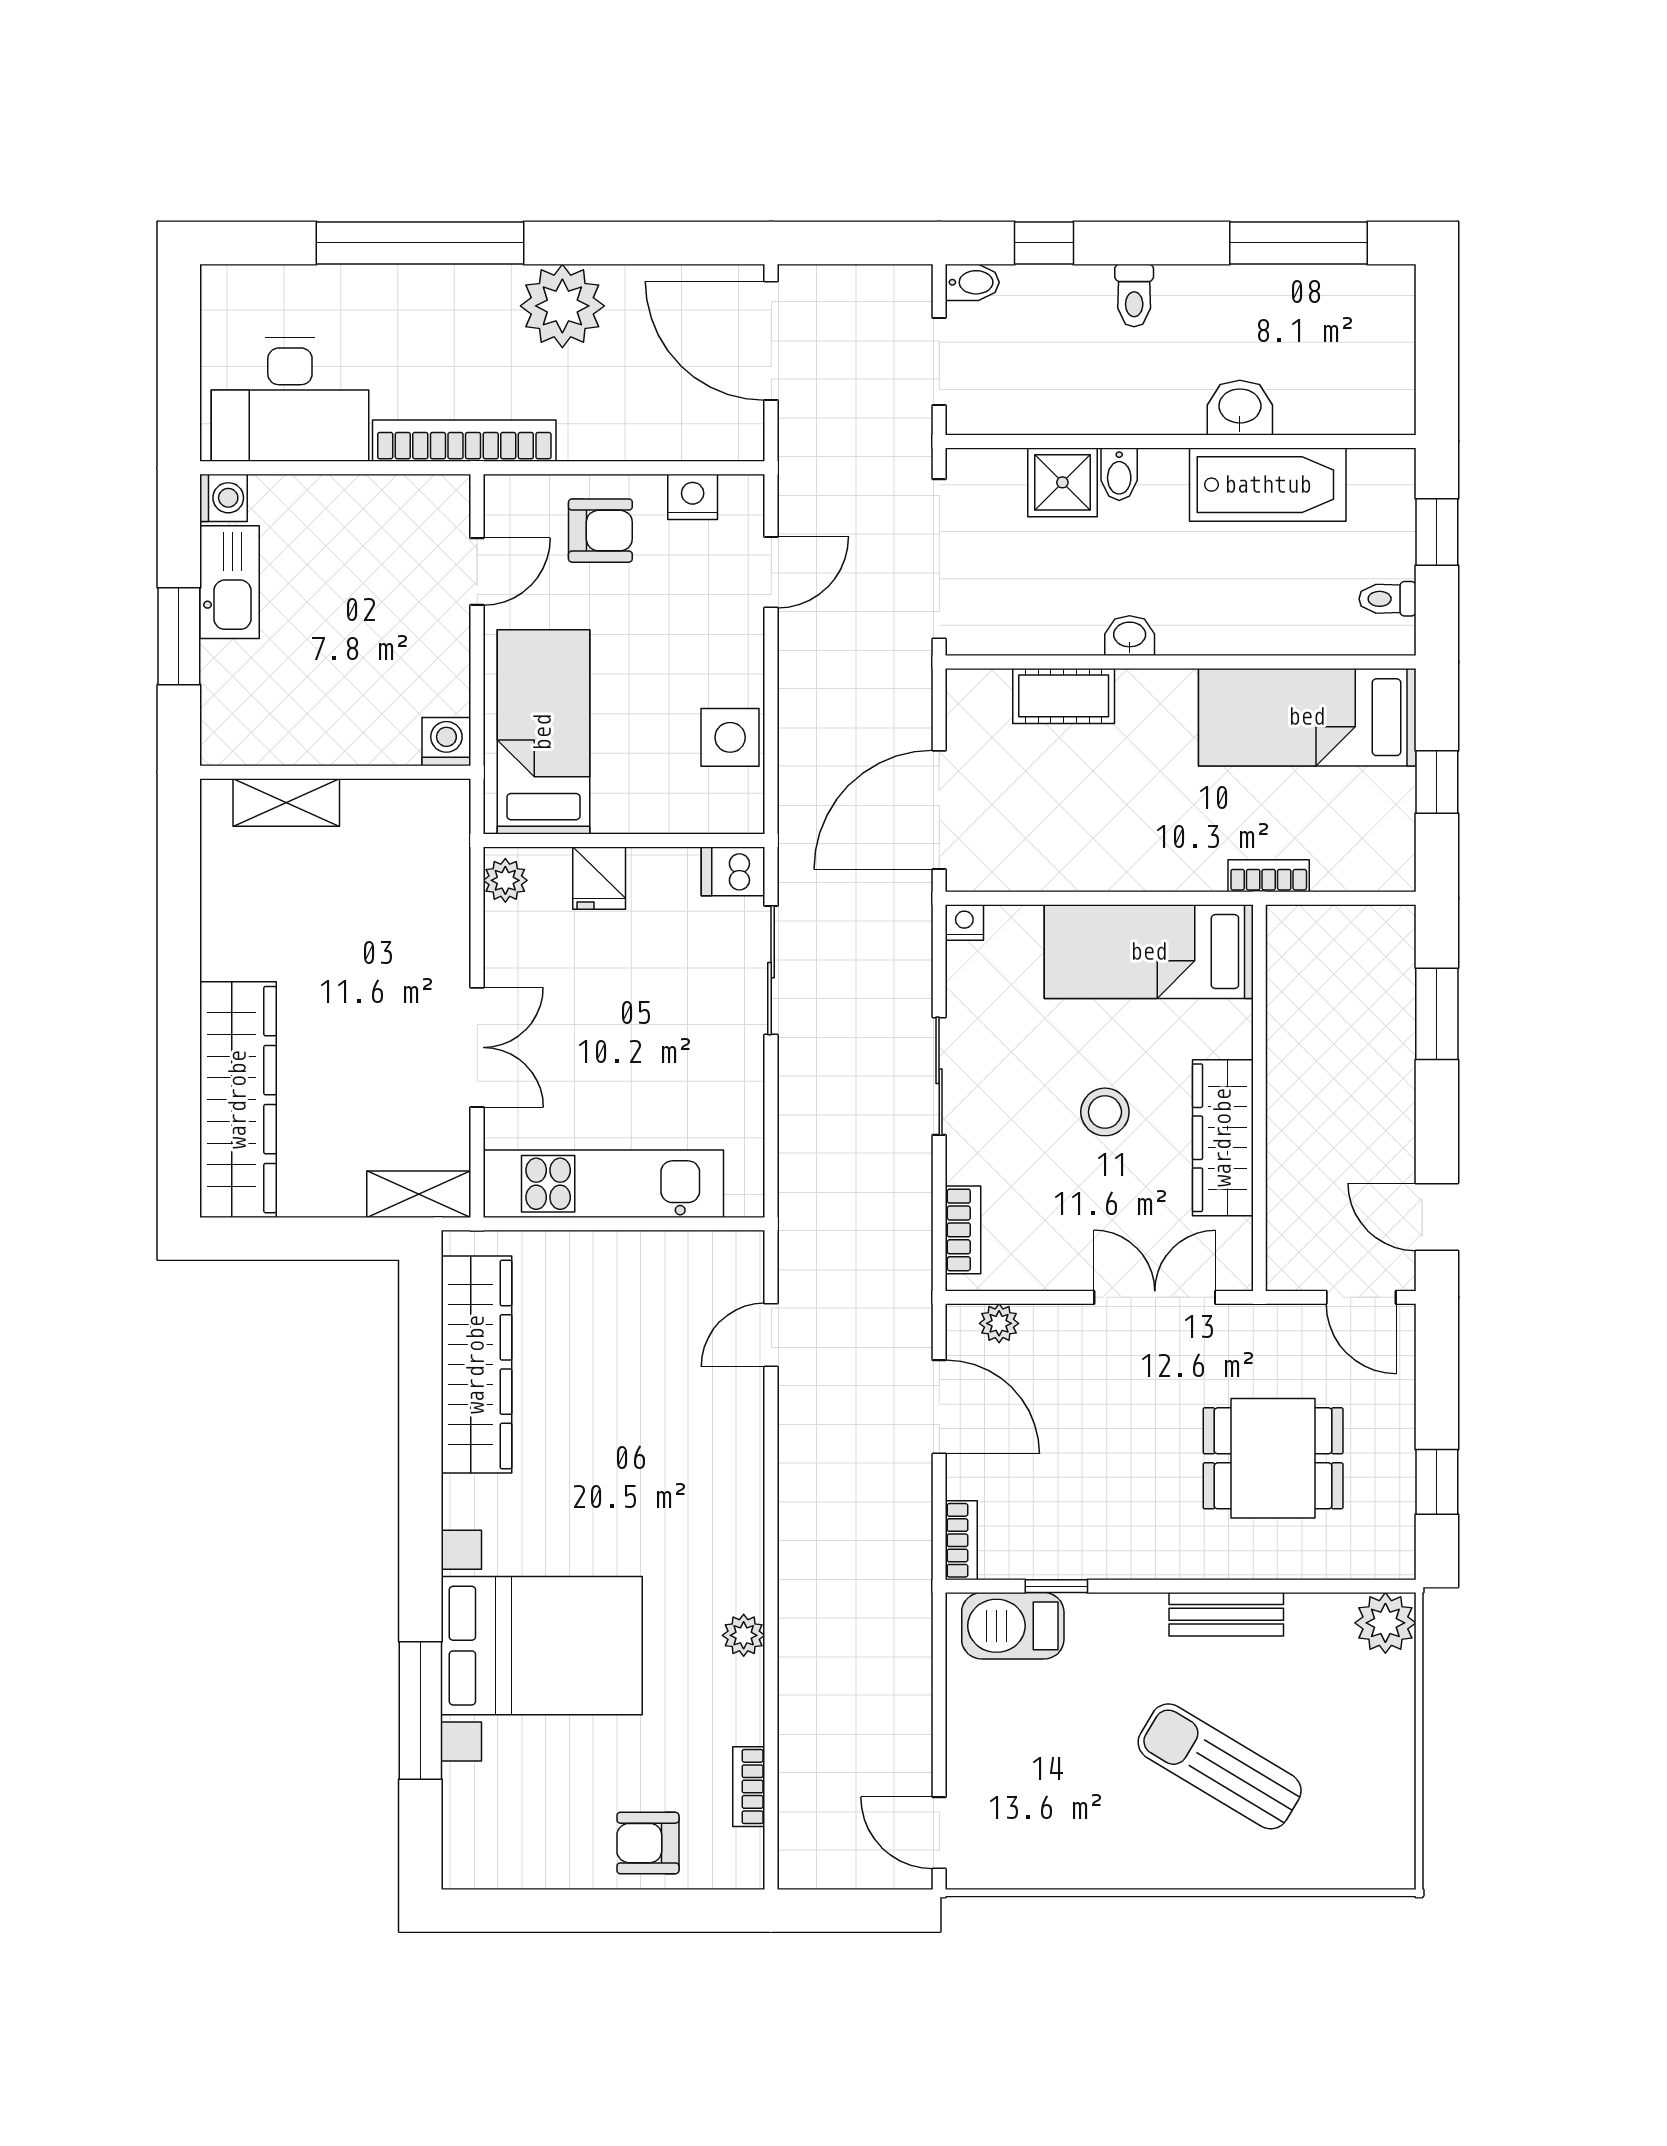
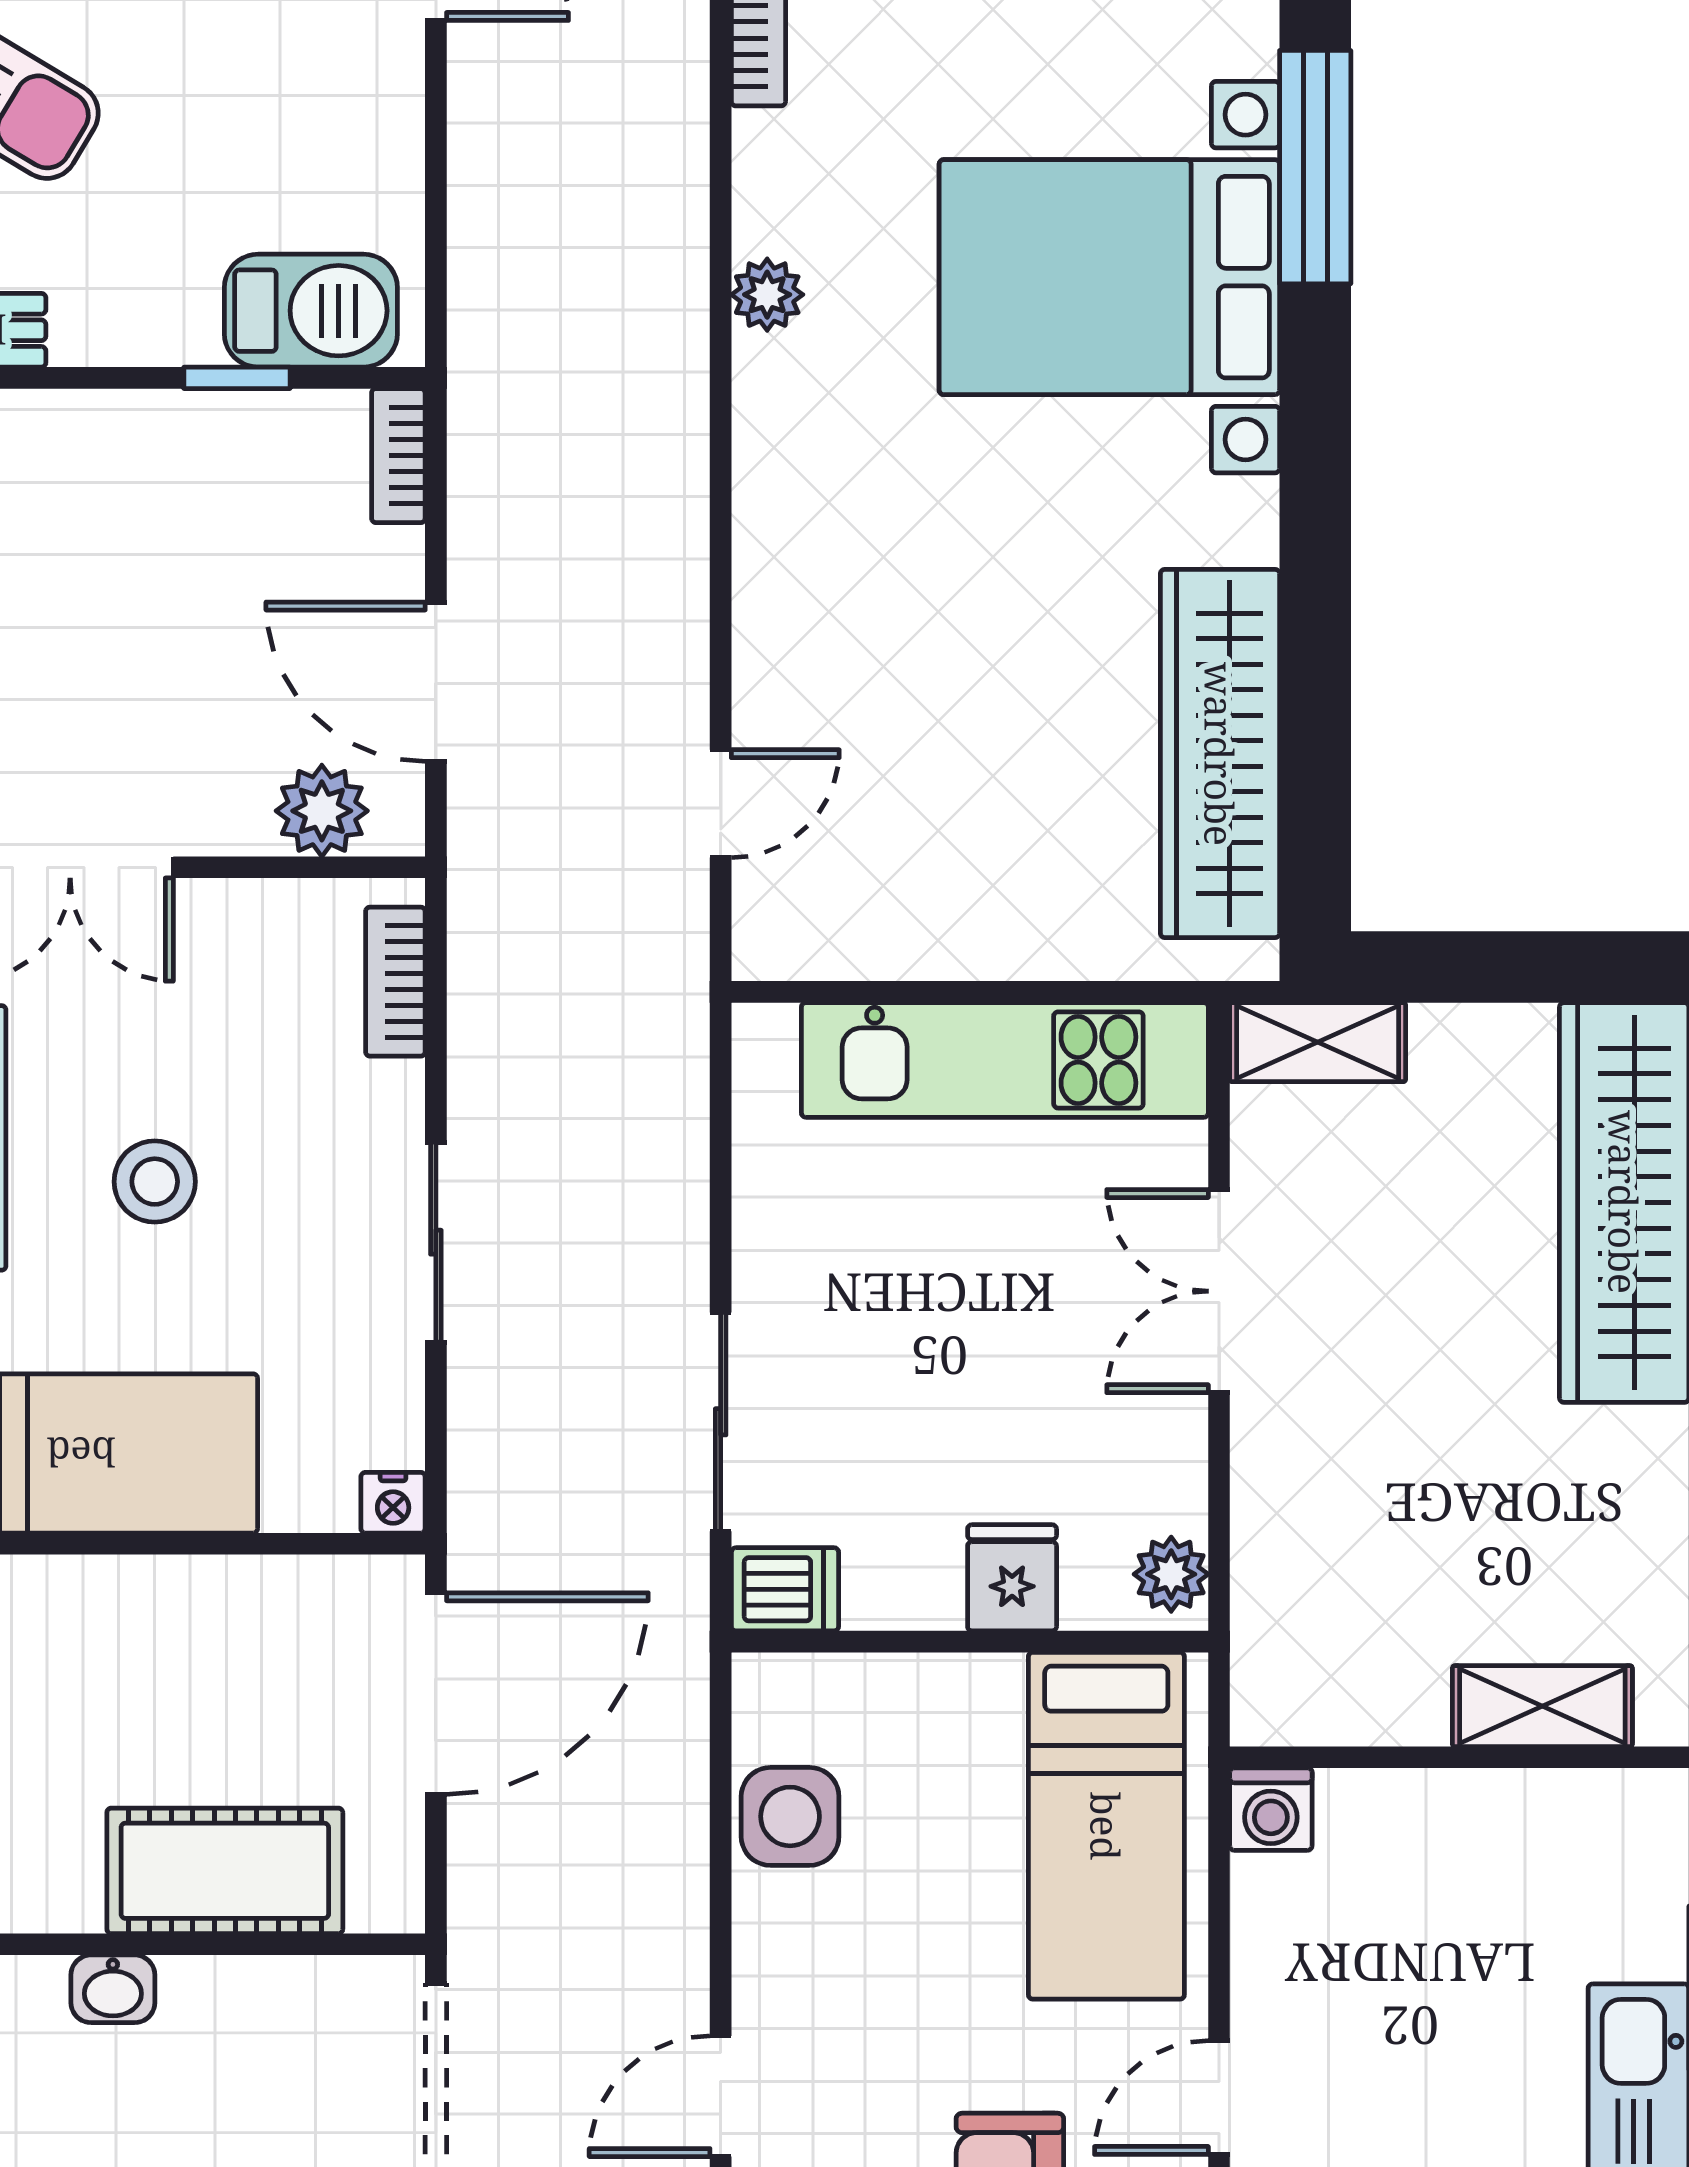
cot: (1064, 696) -> (225, 1871), width x1.37, depth x1.34
plant: (999, 1323) -> (322, 811), width x1.38, depth x1.38

